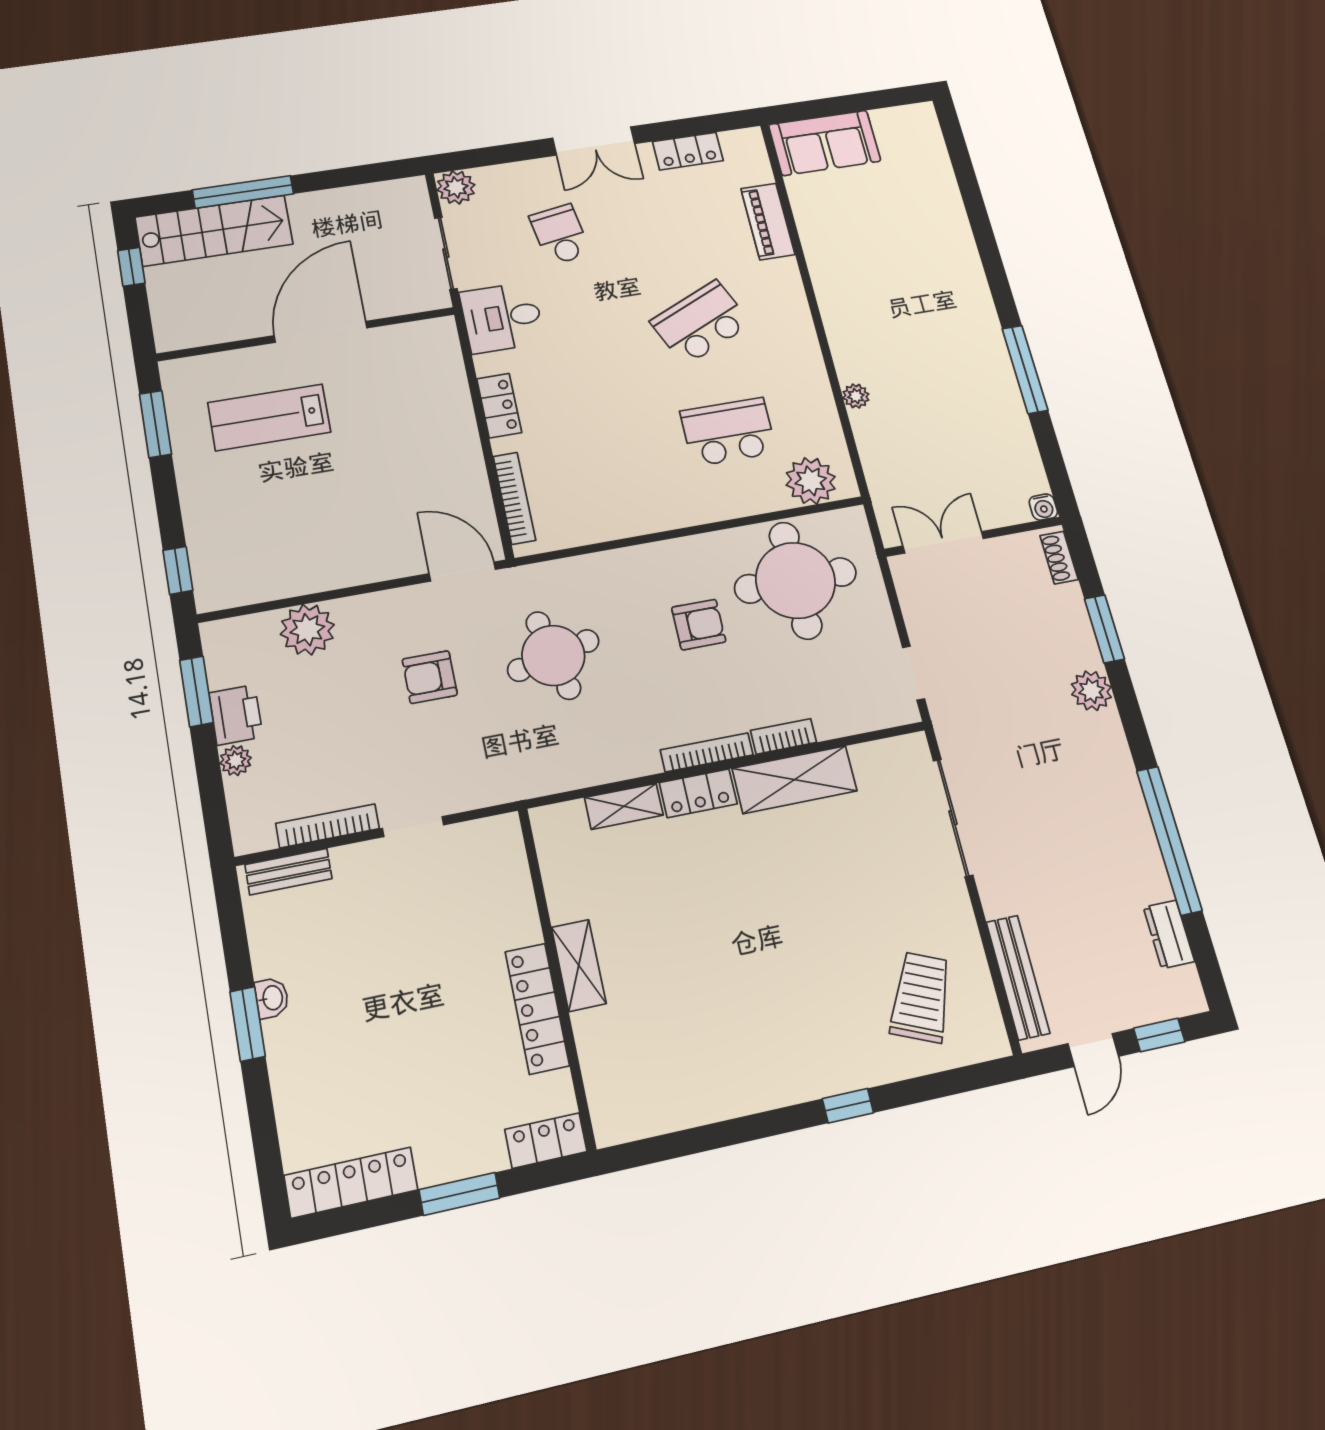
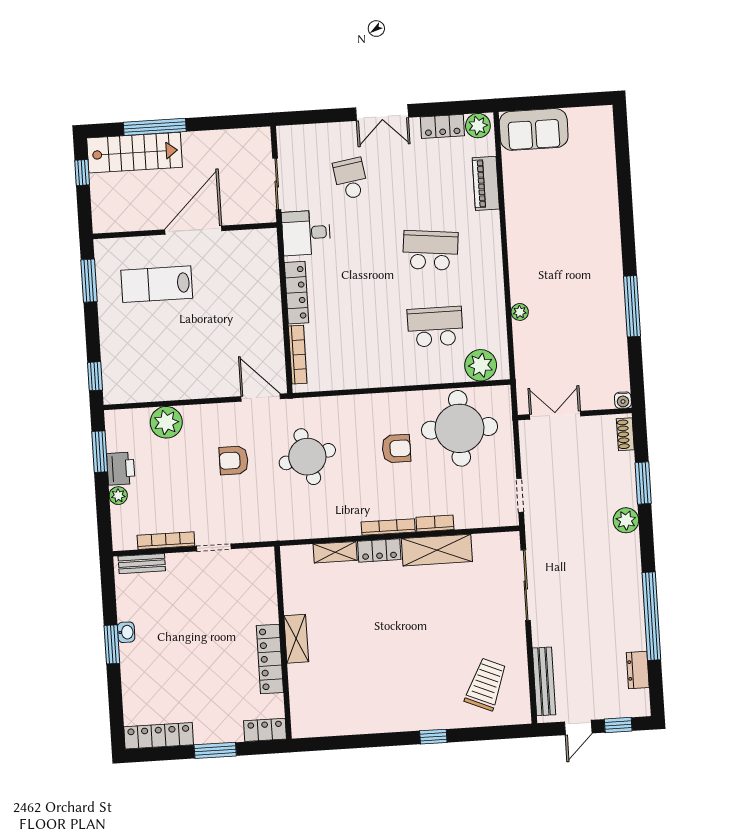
plant: (456, 187) -> (478, 126), moved
school desk: (701, 323) -> (430, 250), turned 30
locker: (499, 406) -> (297, 293), width x1.53

